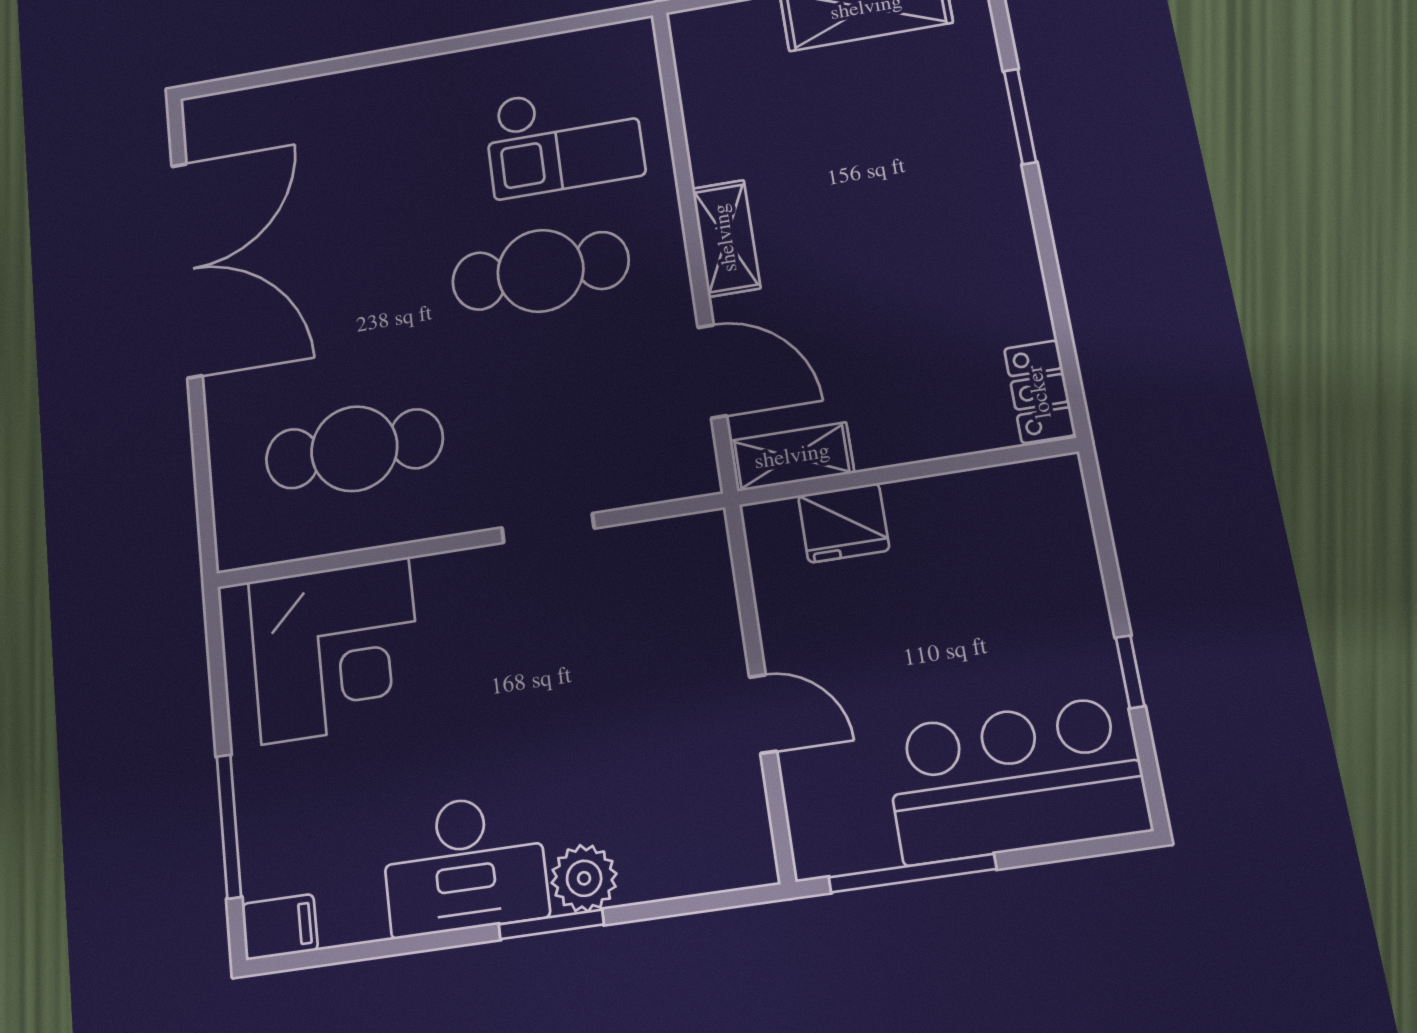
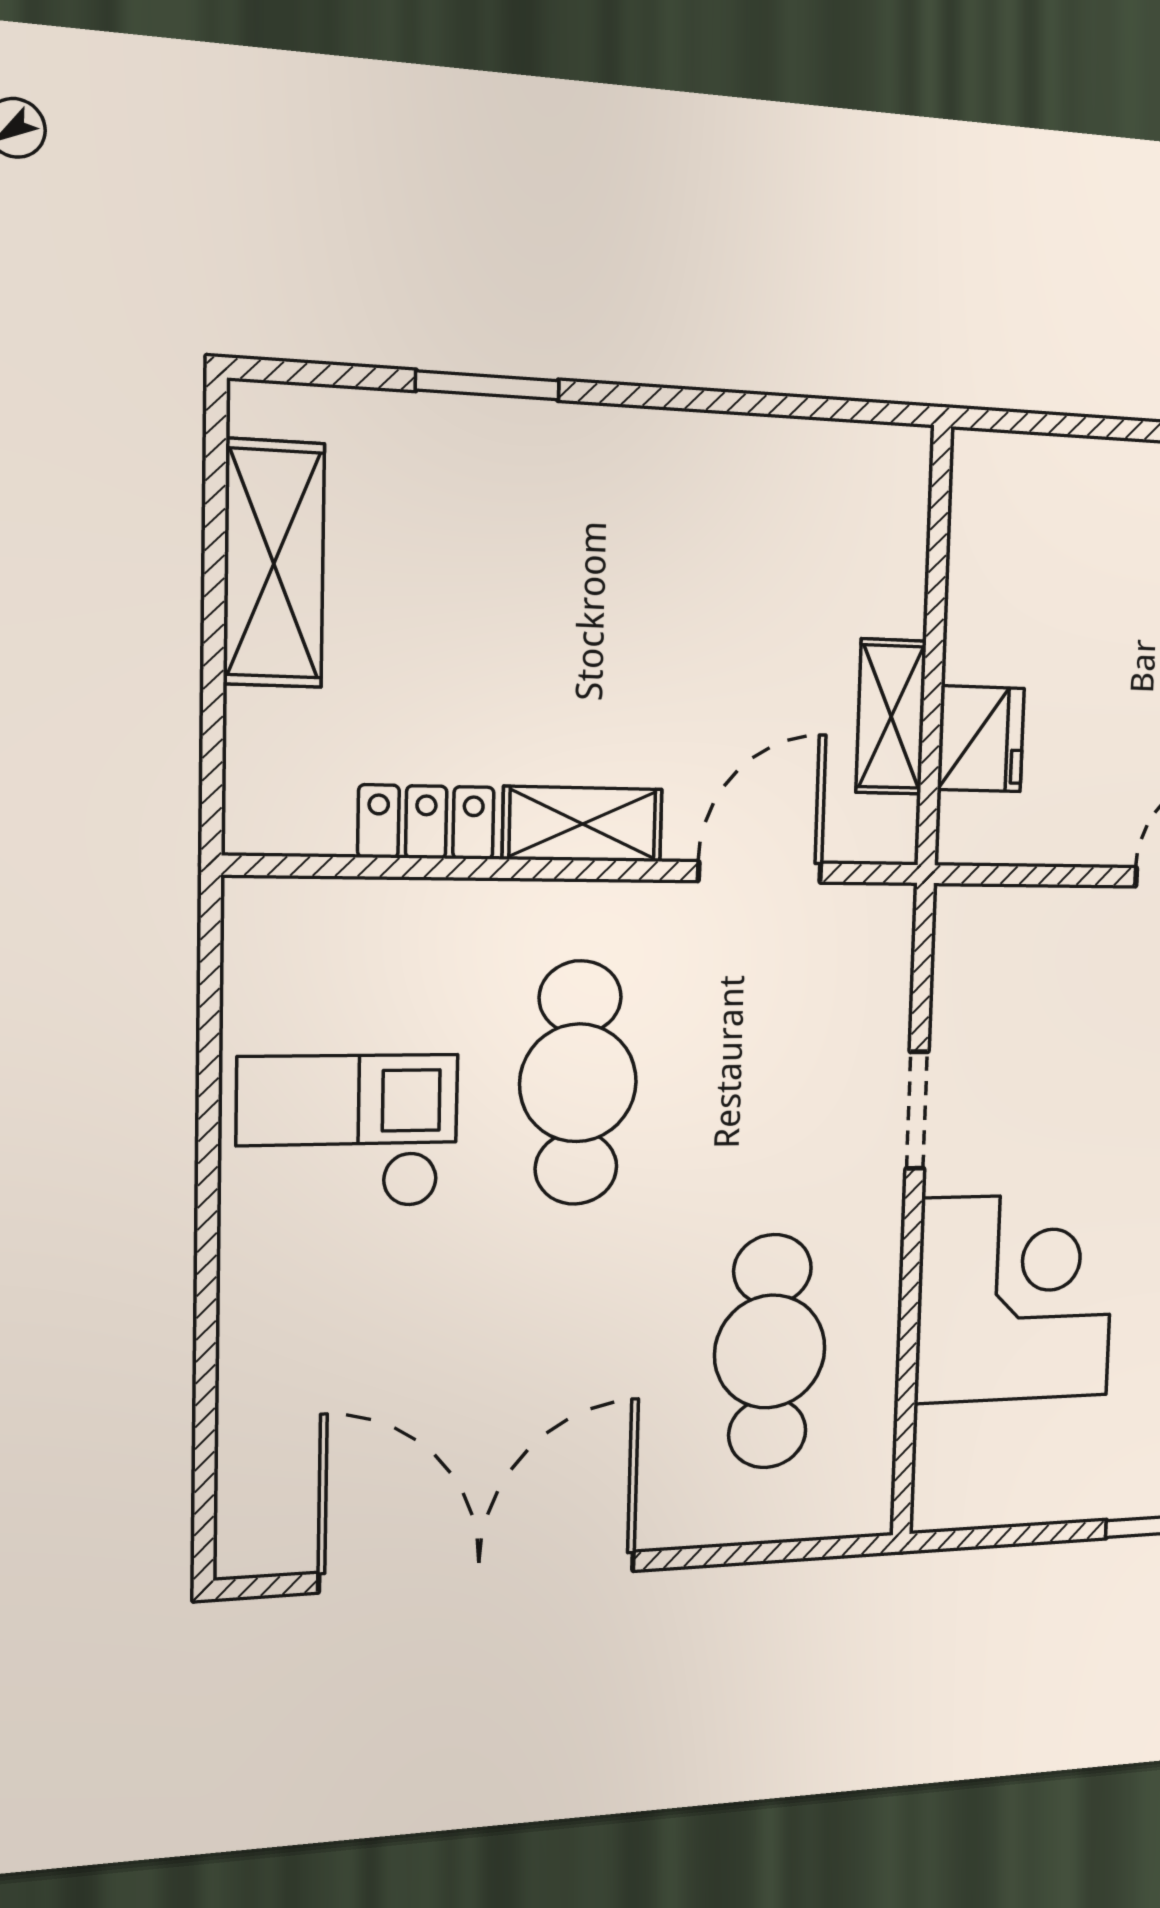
checkout: (564, 138) -> (347, 1132), moved, turned -90
locker: (1040, 392) -> (426, 822), moved, turned 180
shelving: (792, 457) -> (891, 717), moved
corner desk: (335, 650) -> (1015, 1298), moved

